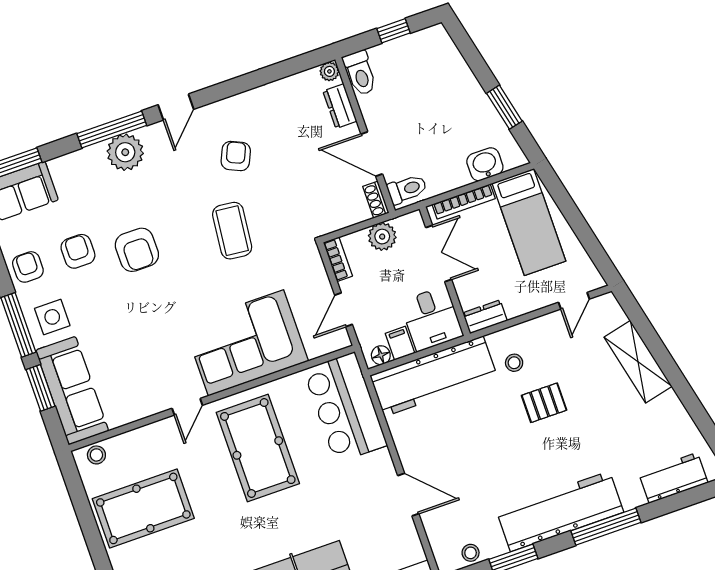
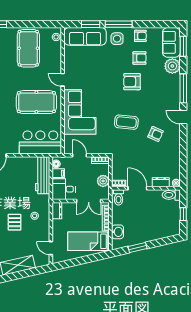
plant: (125, 152) -> (172, 66), moved
door: (372, 154) -> (137, 188), hinge flipped
workbench: (434, 376) -> (43, 175), width x0.73, depth x0.76

